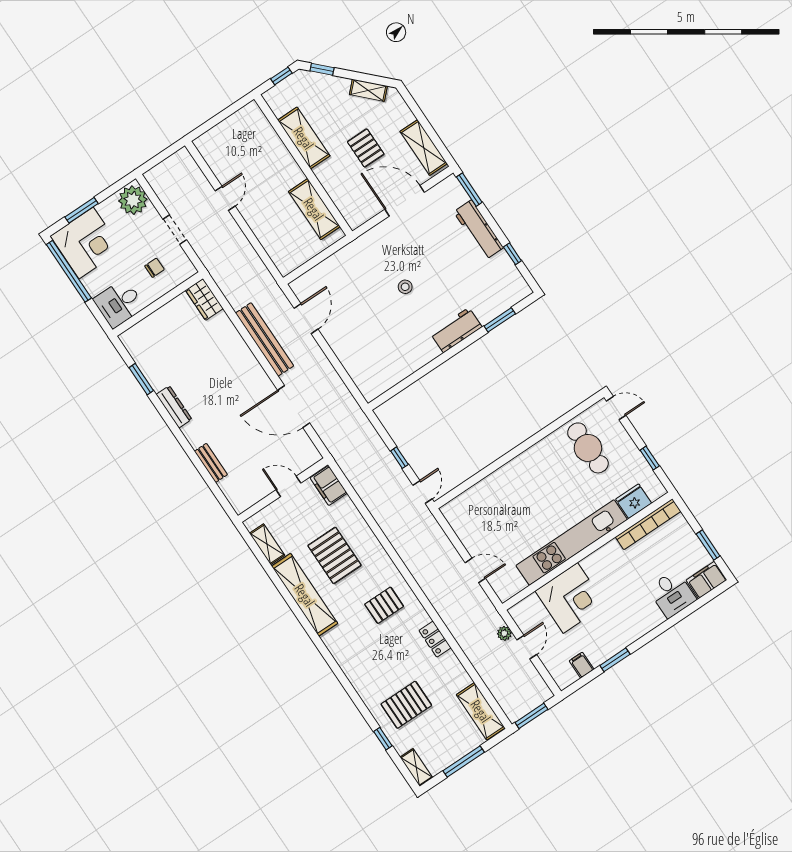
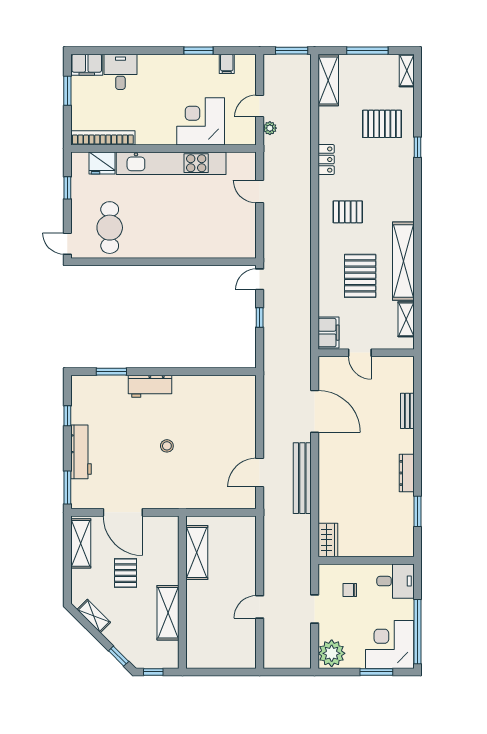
window: (383, 739) -> (418, 147), moved

